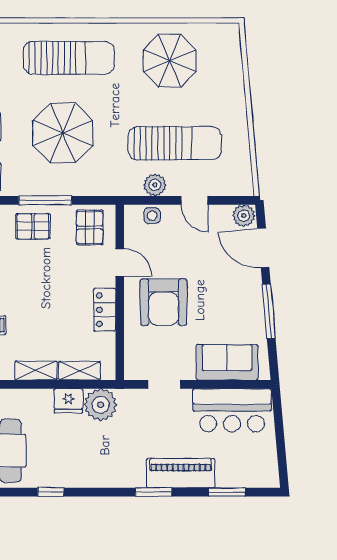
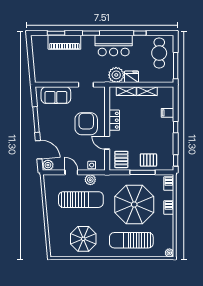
parasol: (63, 133) -> (134, 205), width x1.36, depth x1.36
sun lounger: (175, 143) -> (81, 200), turned 180
bar counter: (232, 410) -> (114, 46), moved, turned 180
piano: (181, 473) -> (64, 42), moved

